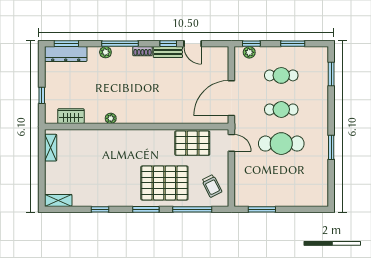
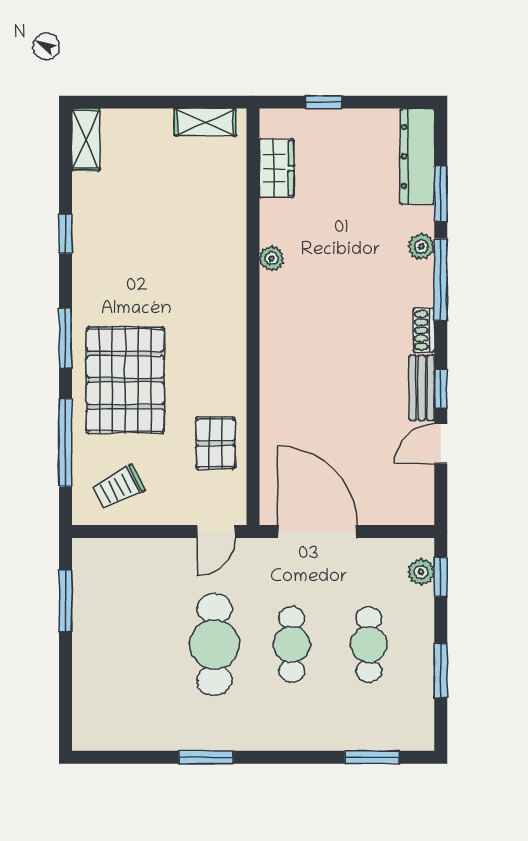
window: (66, 44) -> (441, 194), moved
pallet: (192, 143) -> (216, 443), width x0.67, depth x0.71

